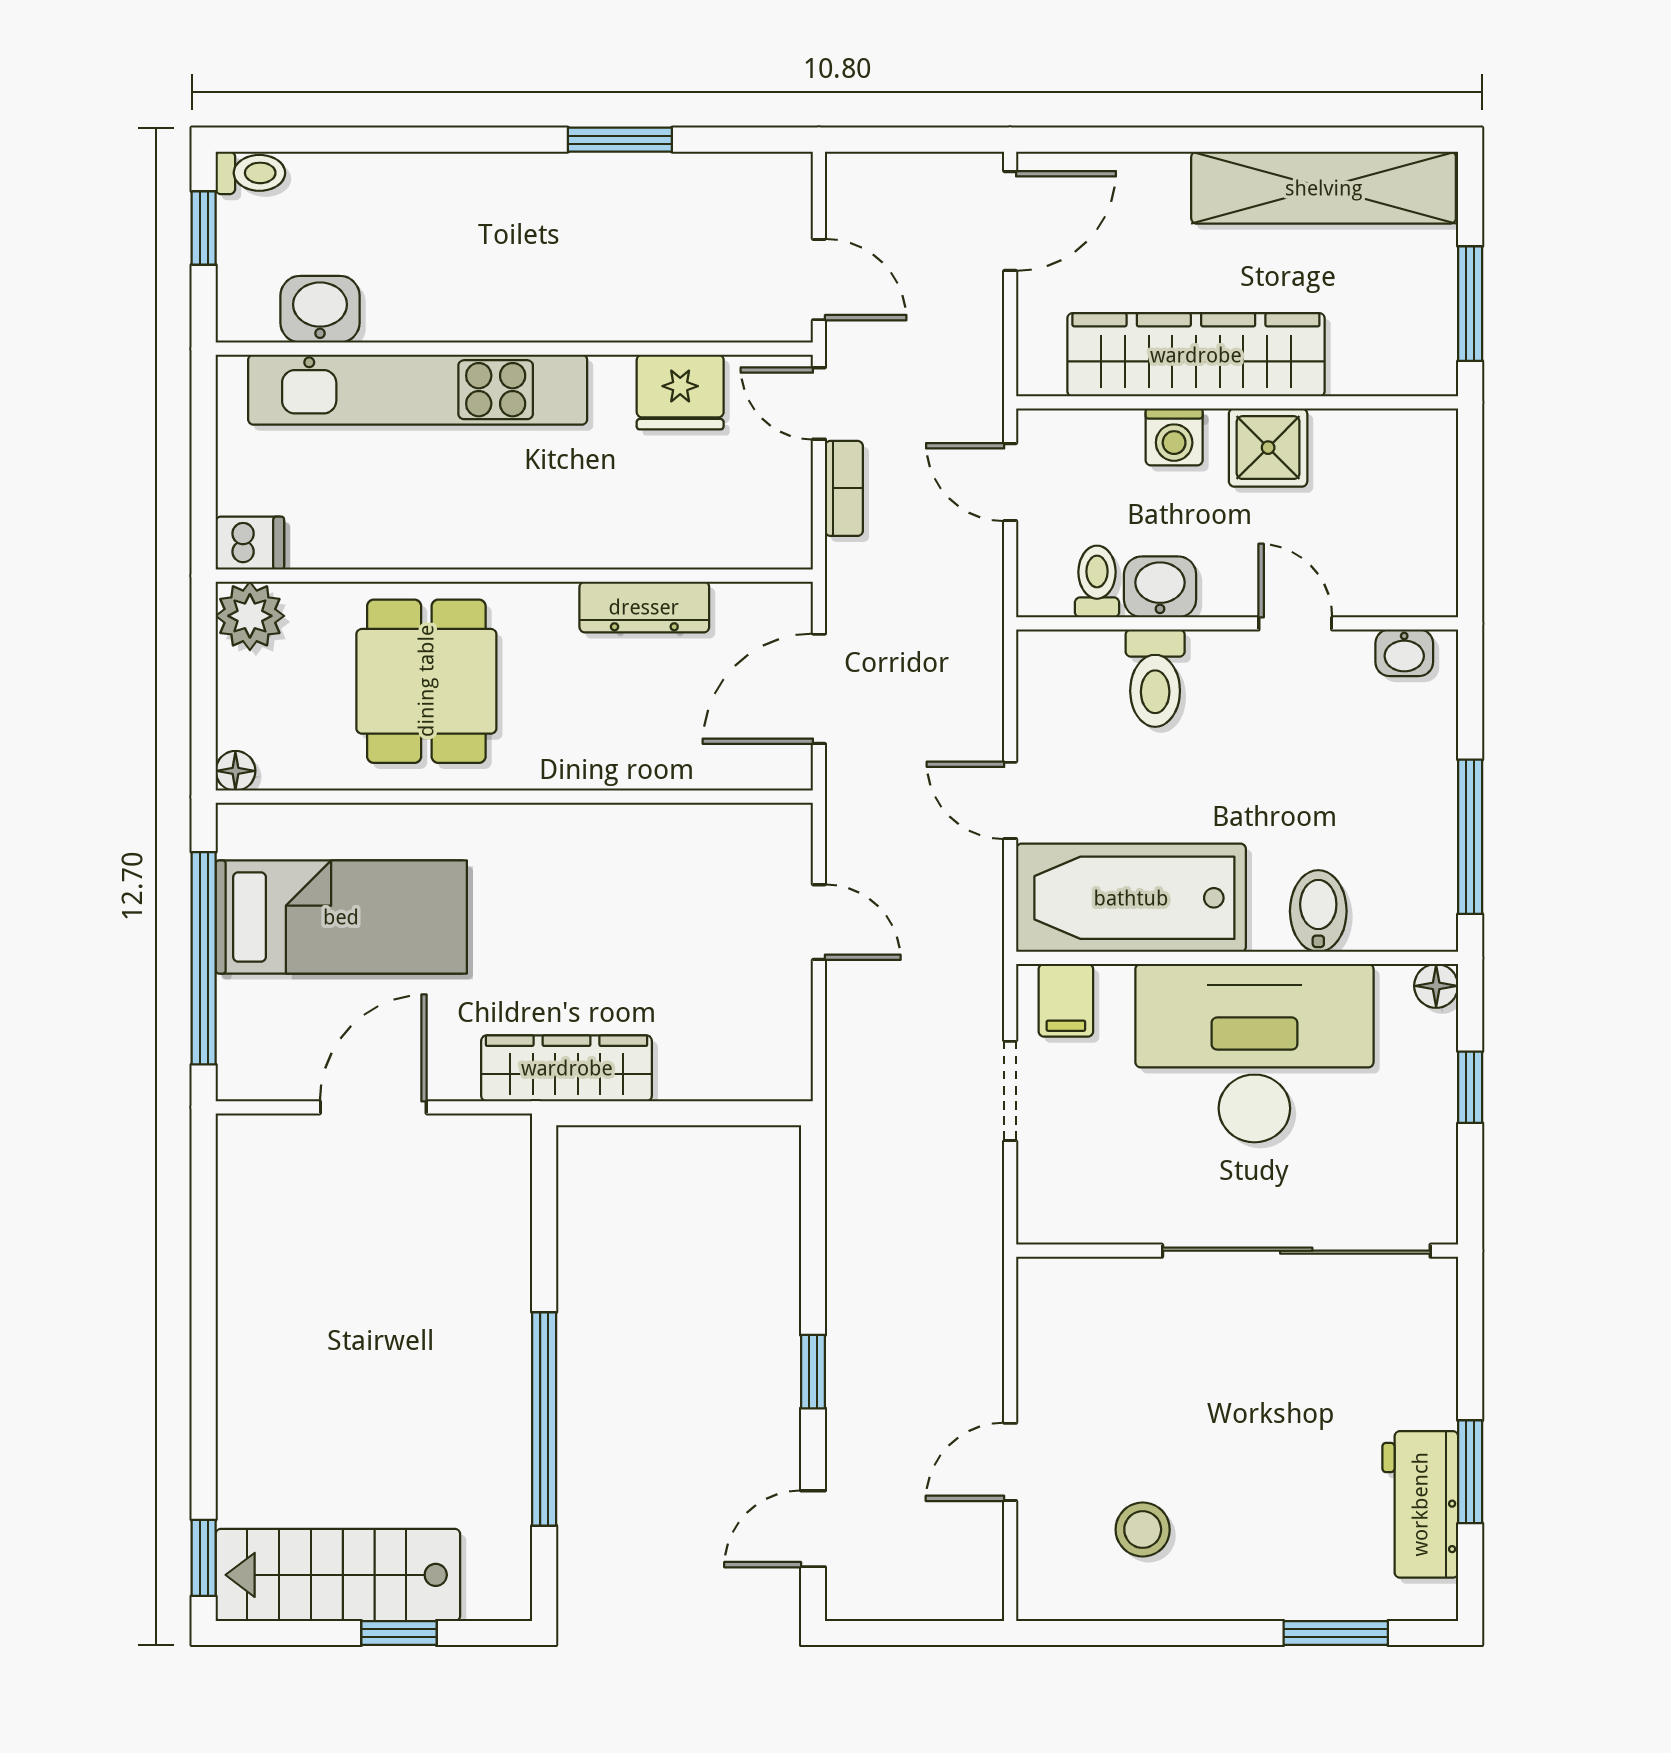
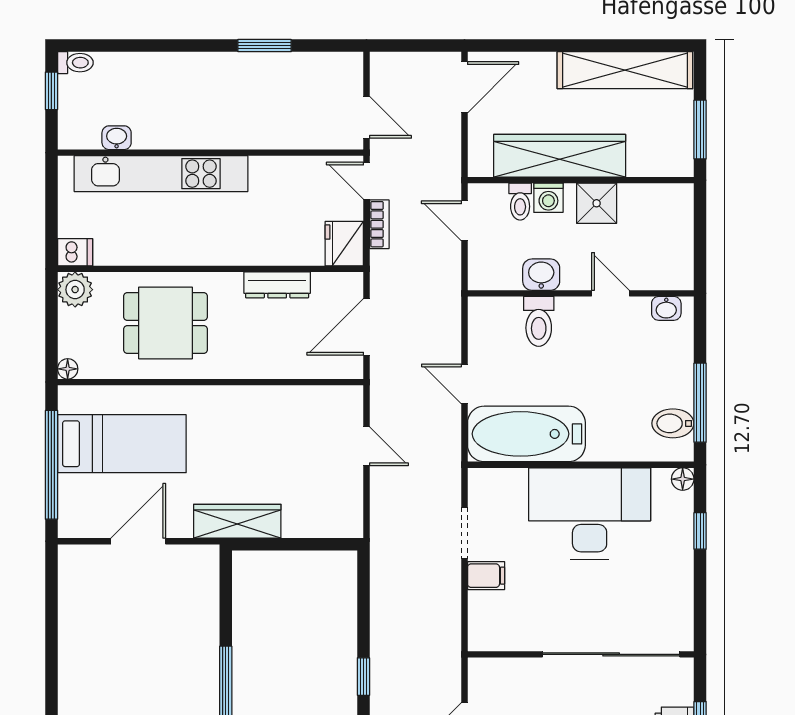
washbasin: (320, 309) -> (117, 138), width x0.72, depth x0.69
fridge: (680, 392) -> (344, 244), moved, turned 90
toilet: (1097, 582) -> (520, 202), moved, turned 180
dining table: (426, 681) -> (165, 323), turned 90
bidet: (1318, 911) -> (673, 423), moved, turned -90
filing cabinet: (1066, 1000) -> (486, 576), moved, turned -90
wall: (1237, 1251) -> (581, 654), moved
sliding door: (1296, 1251) -> (611, 654), moved

